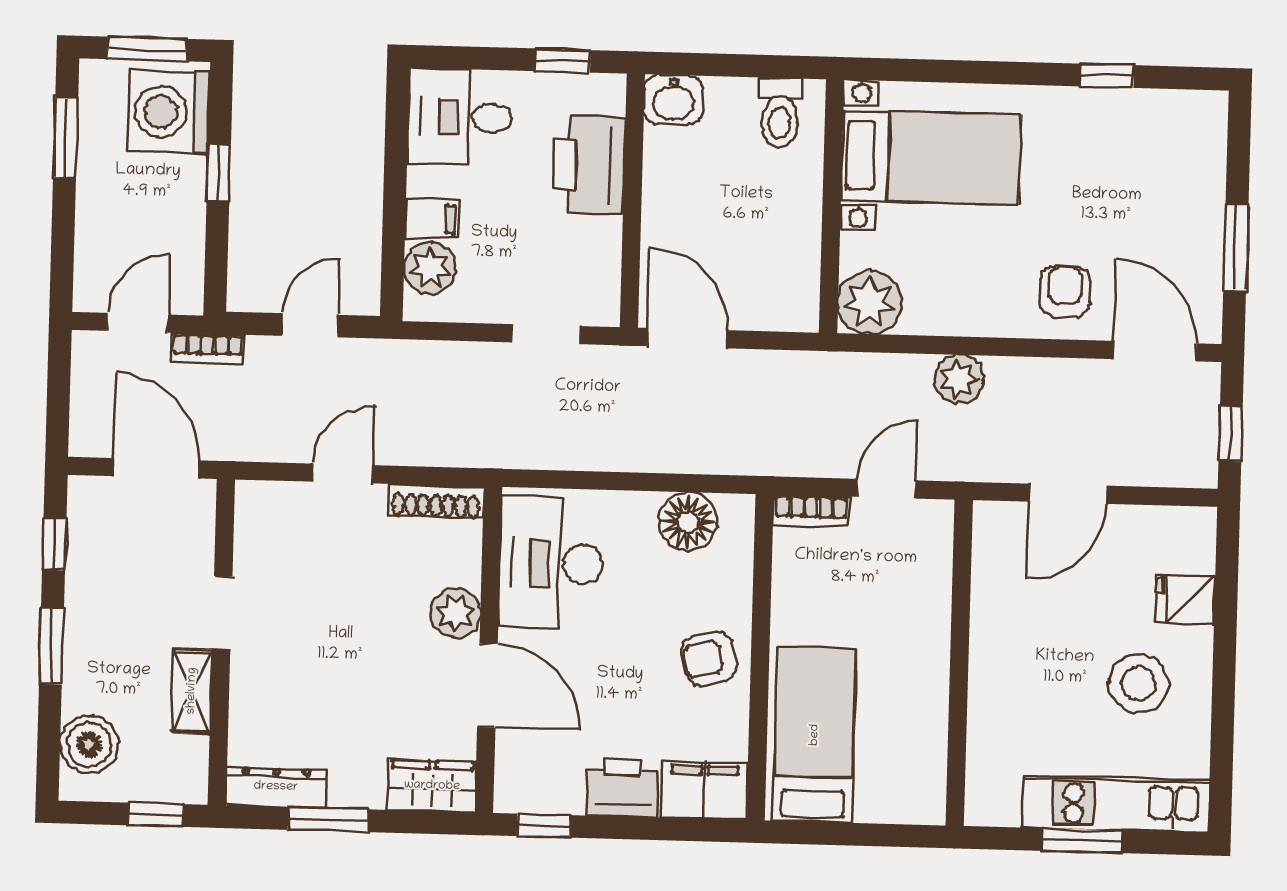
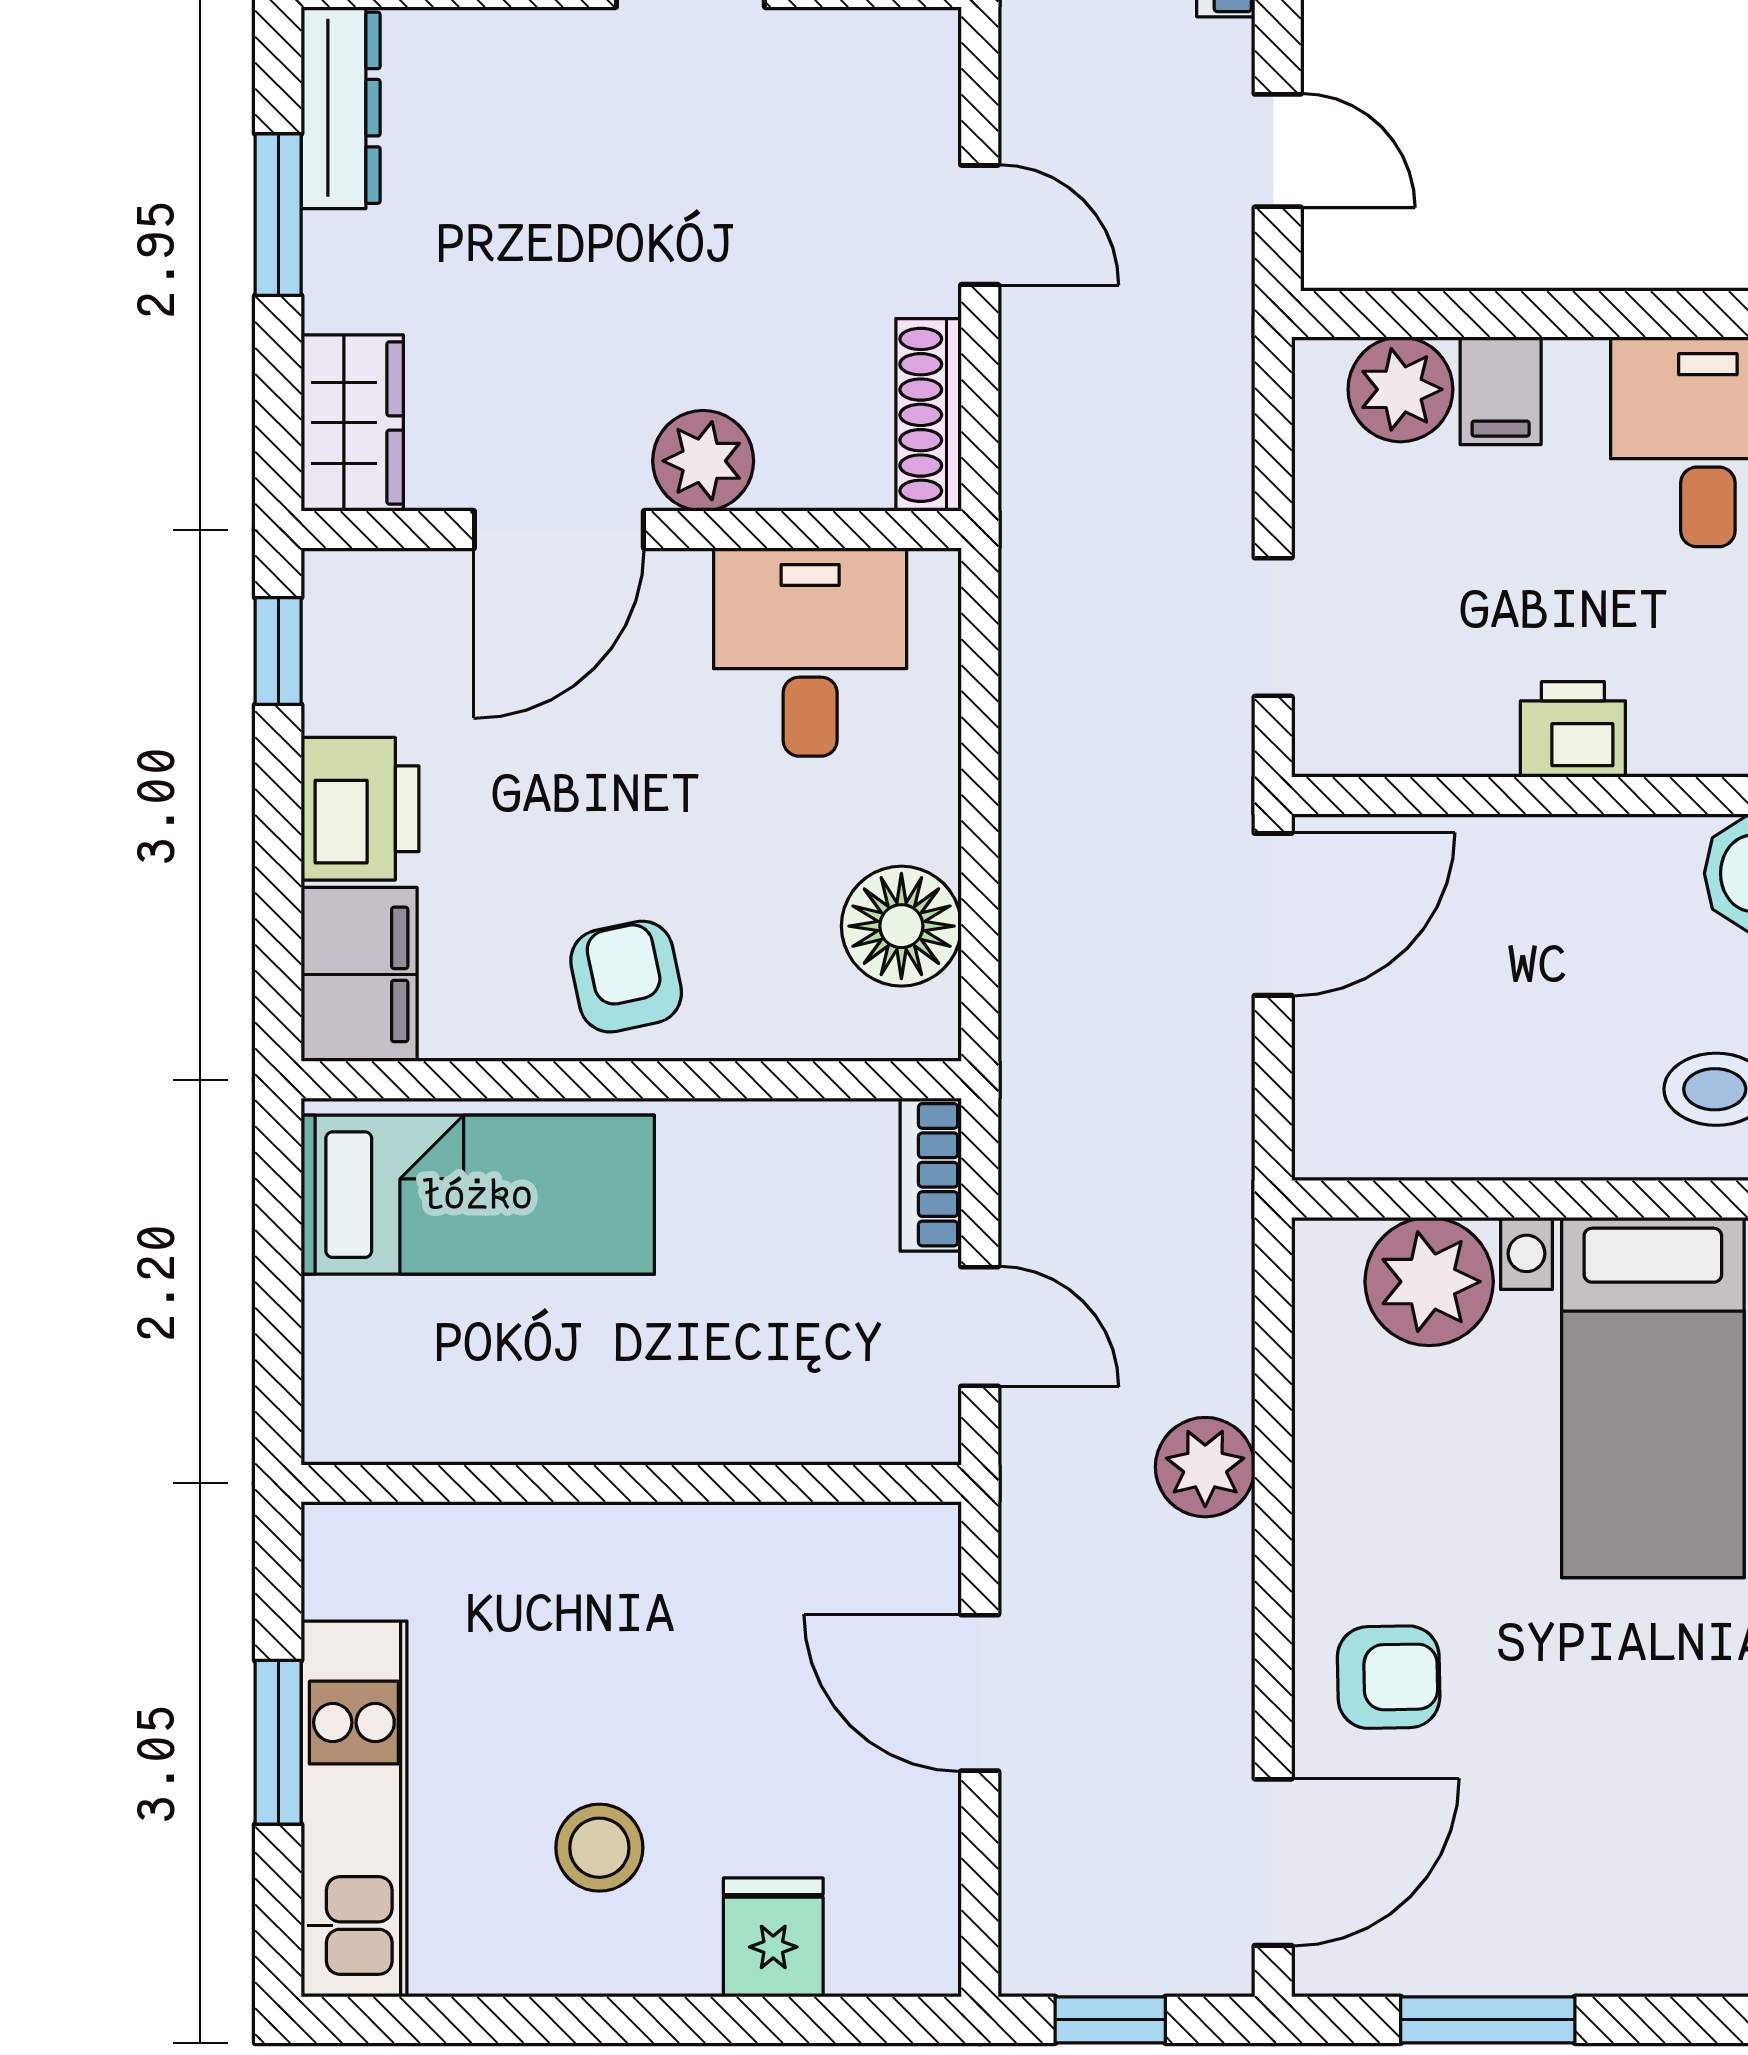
printer: (589, 165) -> (1573, 729), width x0.53, depth x0.68
plant: (870, 302) -> (1429, 1282), moved
desk: (551, 563) -> (810, 652), width x0.73
stool: (1139, 684) -> (599, 1848), width x0.73, depth x0.73

